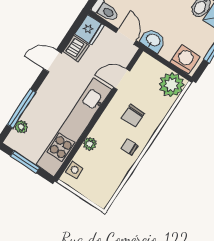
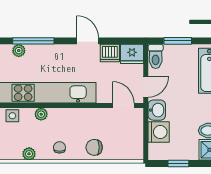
washing machine: (185, 59) -> (159, 132), moved
door: (122, 79) -> (123, 105), moved
plant: (172, 85) -> (29, 154), moved, width x0.53, depth x0.53
chair: (133, 116) -> (94, 147), moved

